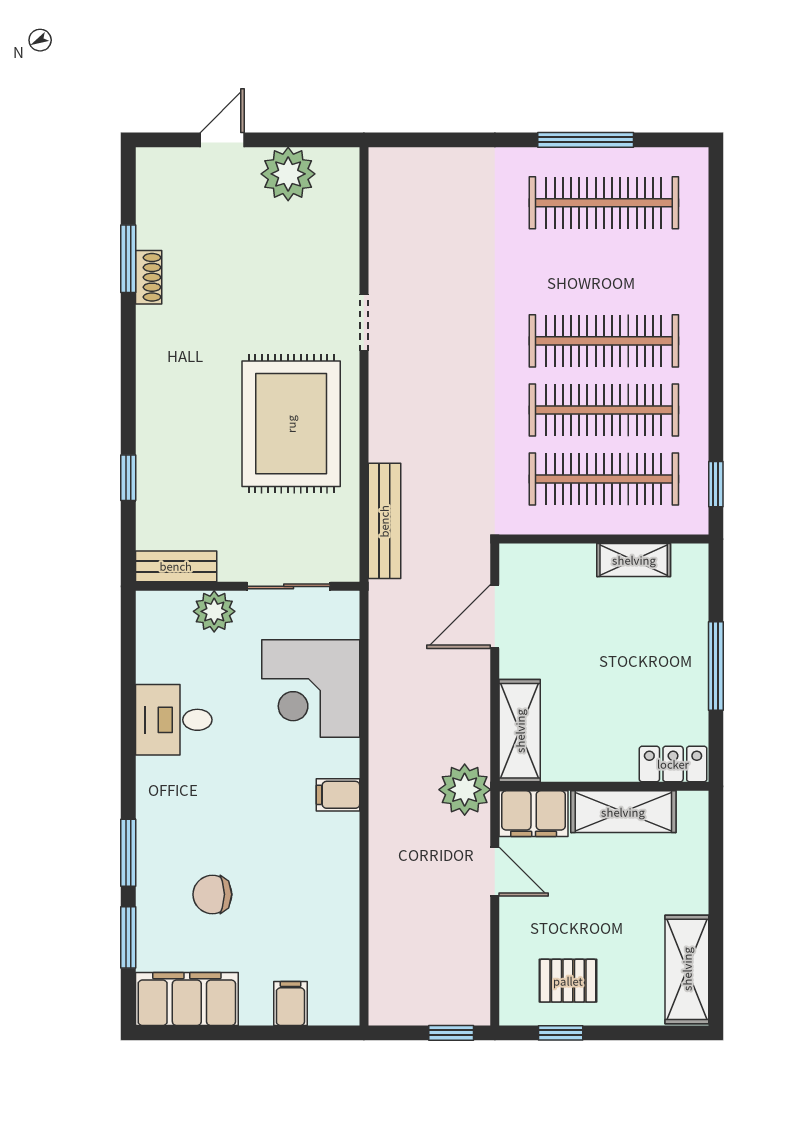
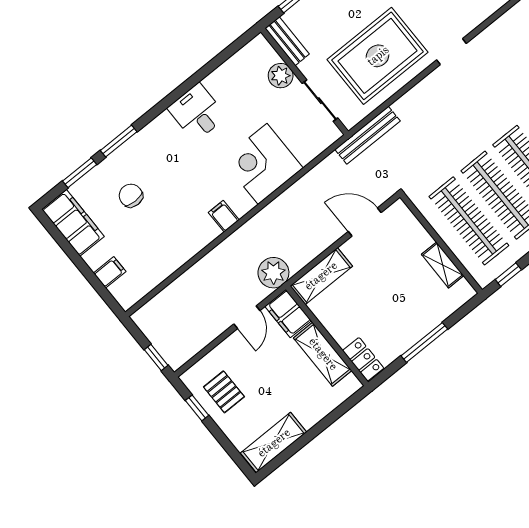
bench: (176, 566) -> (287, 41), moved
wall: (248, 586) -> (305, 82), moved
sliding door: (289, 586) -> (320, 101), moved
plant: (214, 611) -> (281, 76), moved

